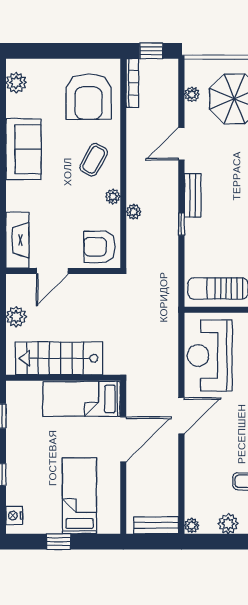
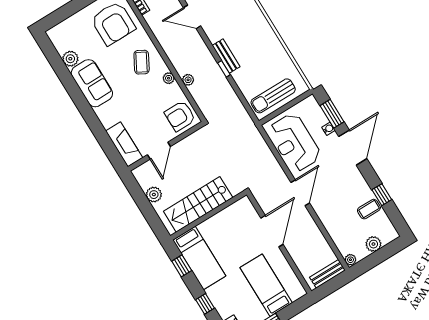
plant: (16, 83) -> (70, 59), moved
door: (181, 144) -> (192, 17), hinge flipped
bench: (193, 195) -> (226, 56), moved
bed: (82, 399) -> (199, 258), moved, turned -90

